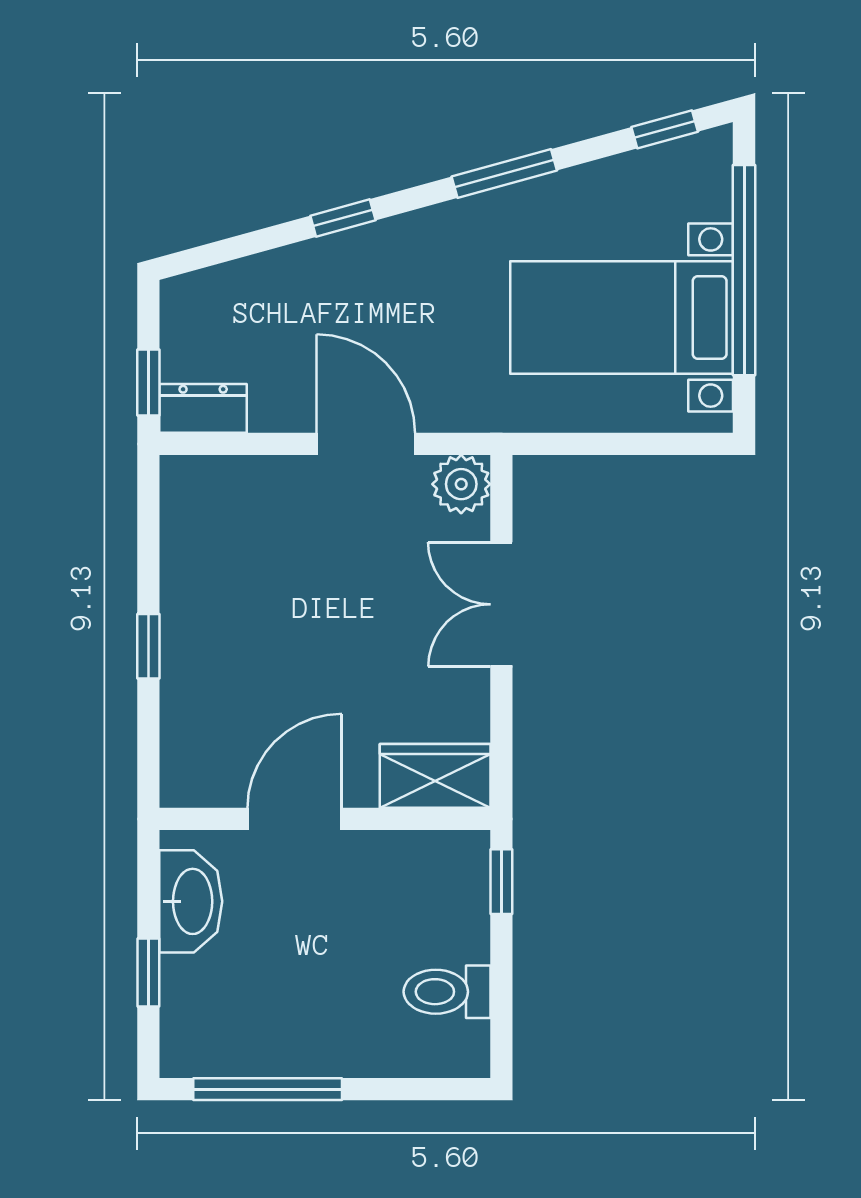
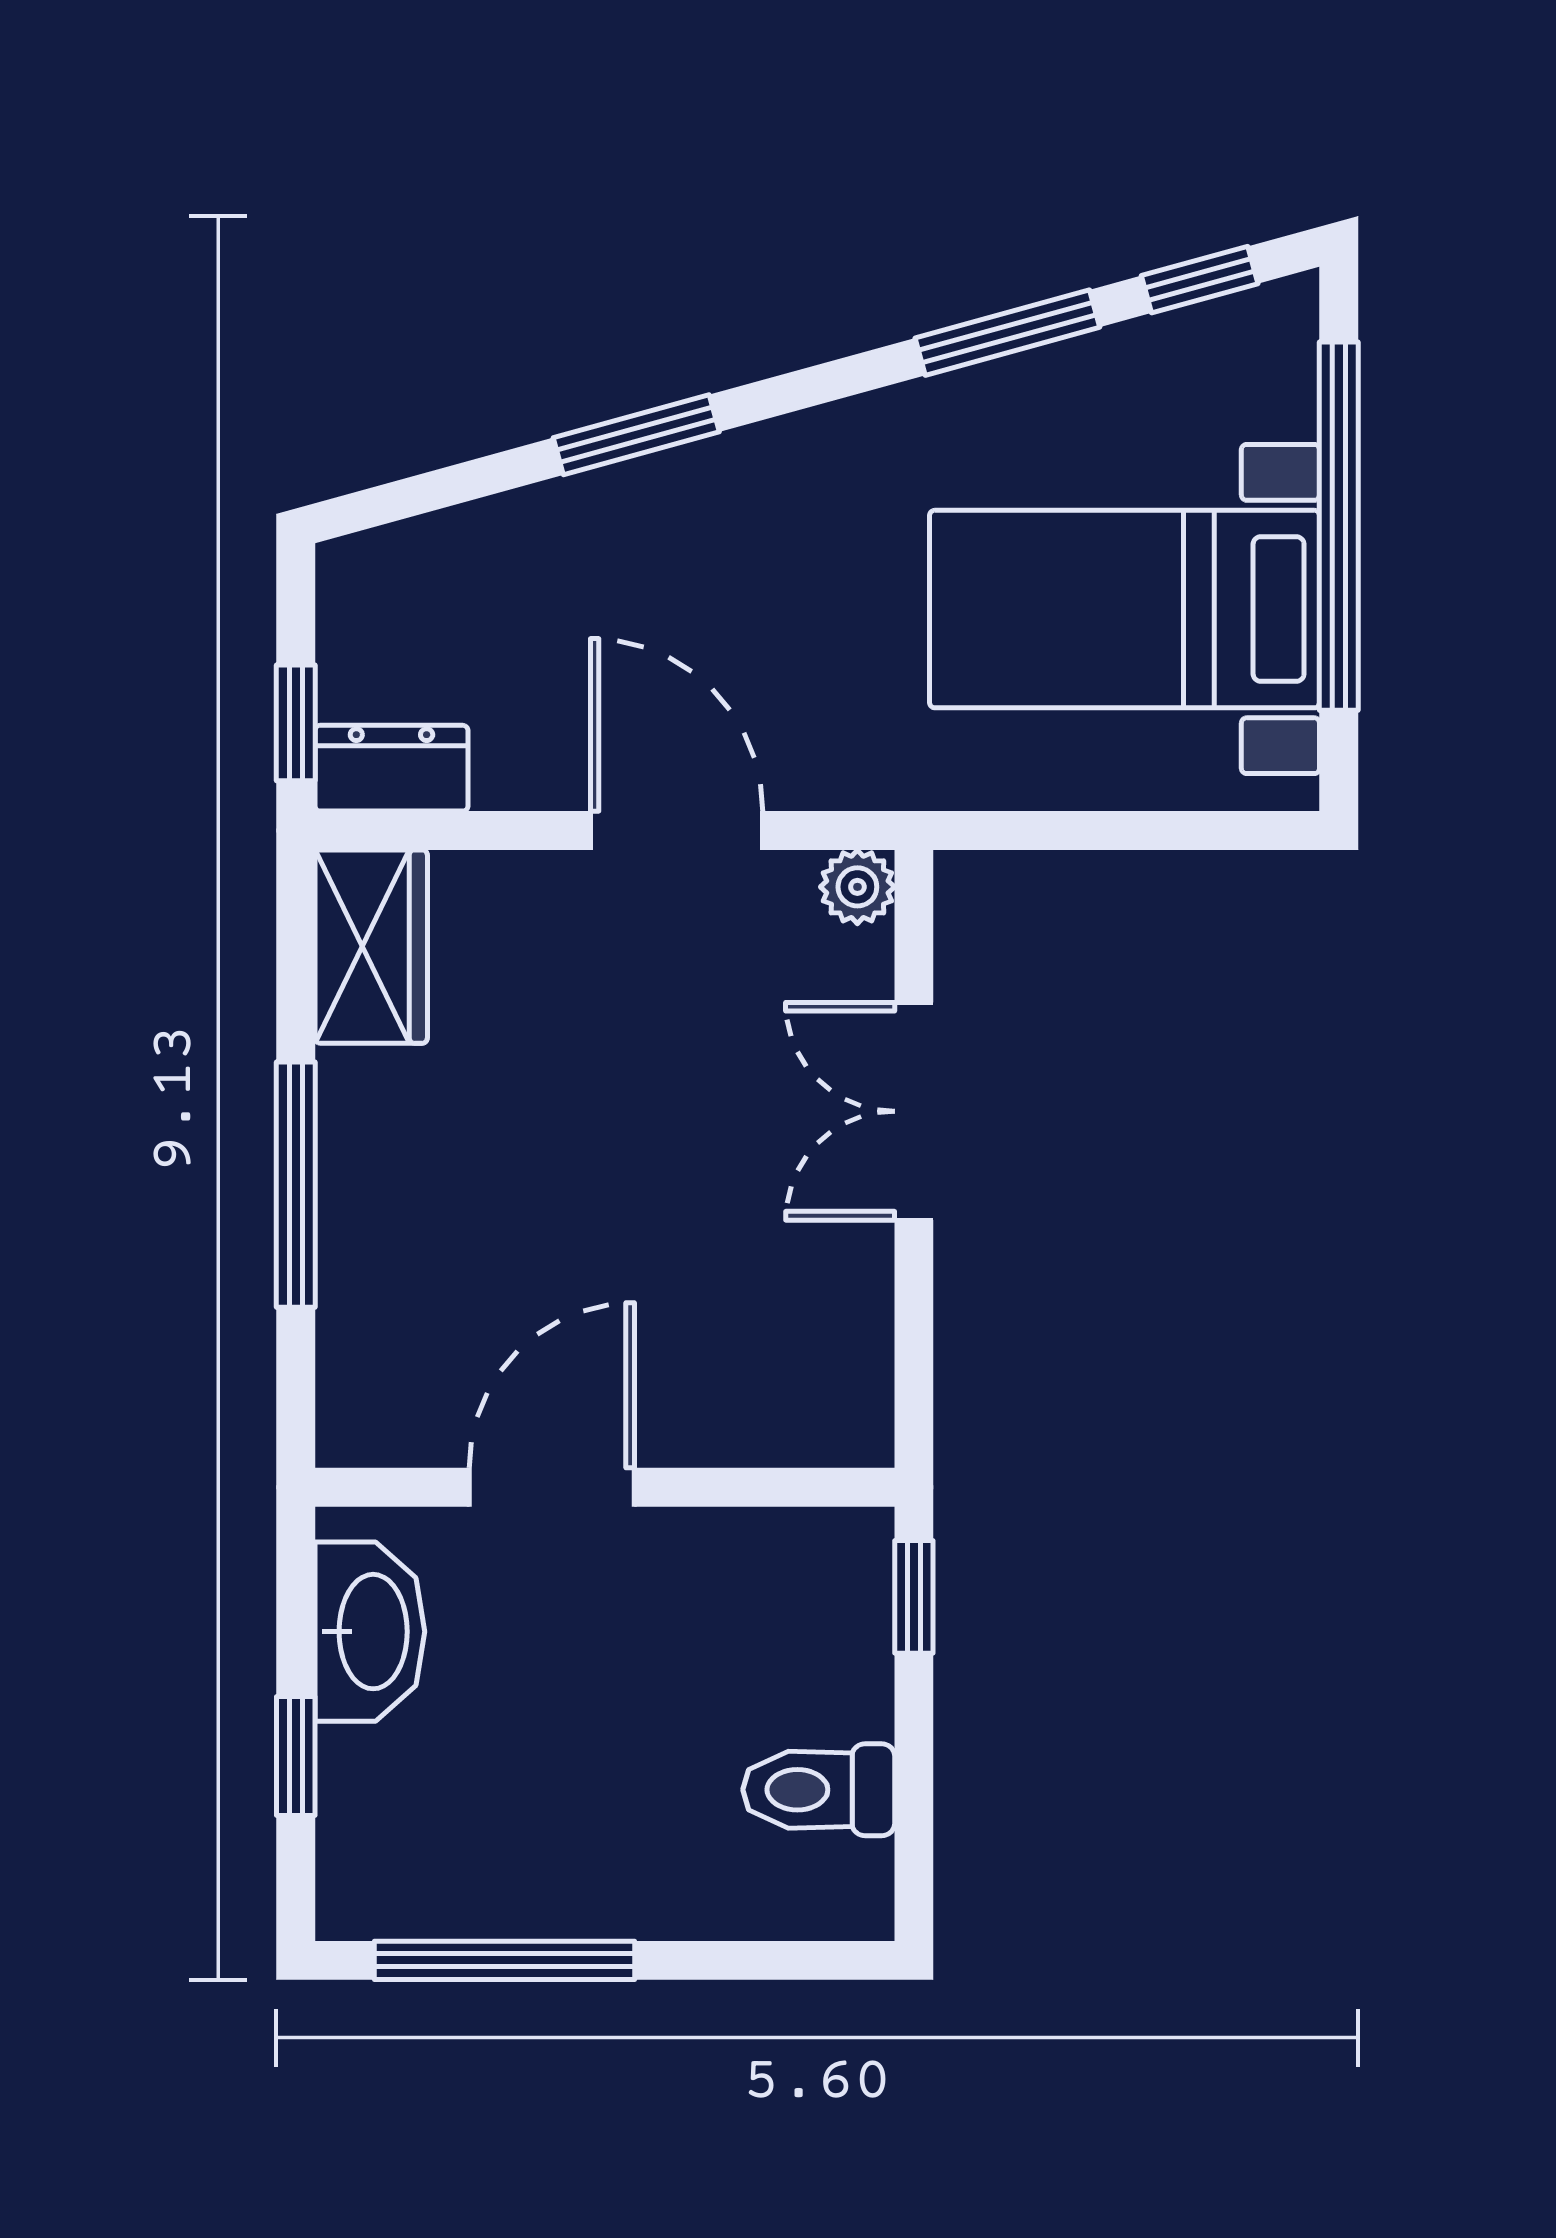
window: (504, 174) -> (1007, 333), moved
window: (343, 218) -> (636, 435), width x1.50
plant: (461, 484) -> (857, 887), width x0.73, depth x0.73
window: (148, 646) -> (296, 1185), width x2.17
wardrobe: (435, 776) -> (371, 947), moved, turned 90

